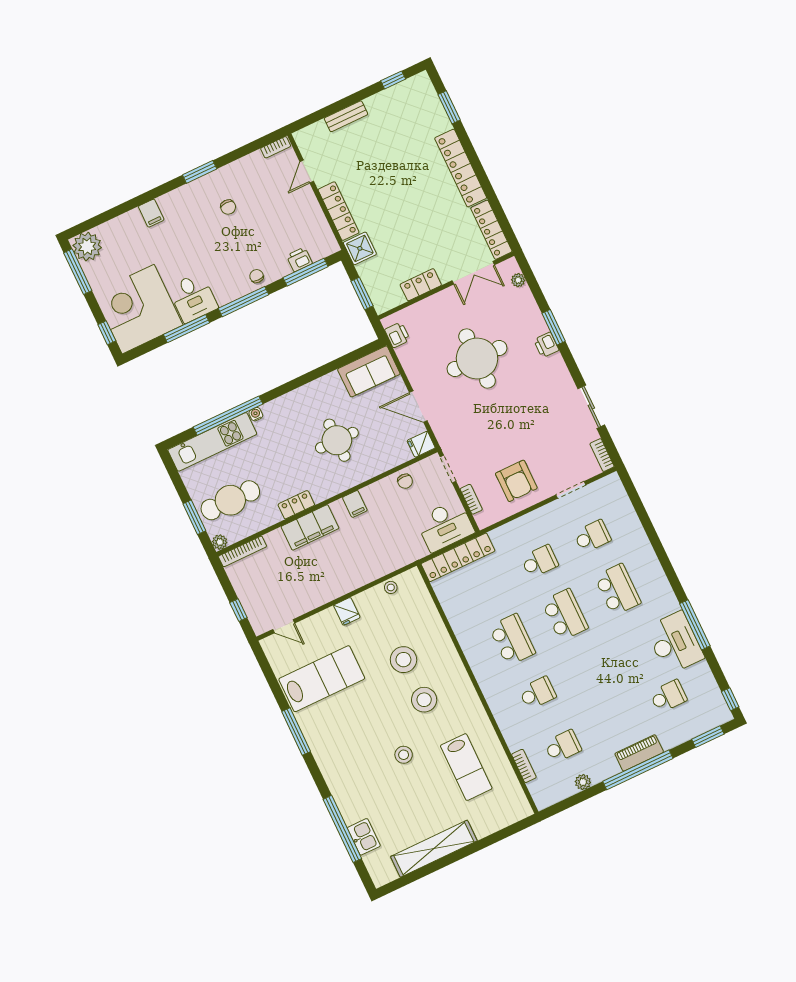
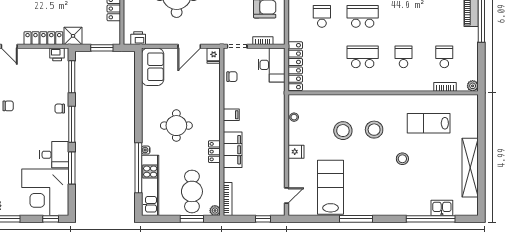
printer: (299, 259) -> (57, 54), moved, turned -90
round table: (337, 440) -> (176, 126), moved
lab bench: (466, 767) -> (429, 123), turned 180
plant: (583, 782) -> (473, 86), moved

